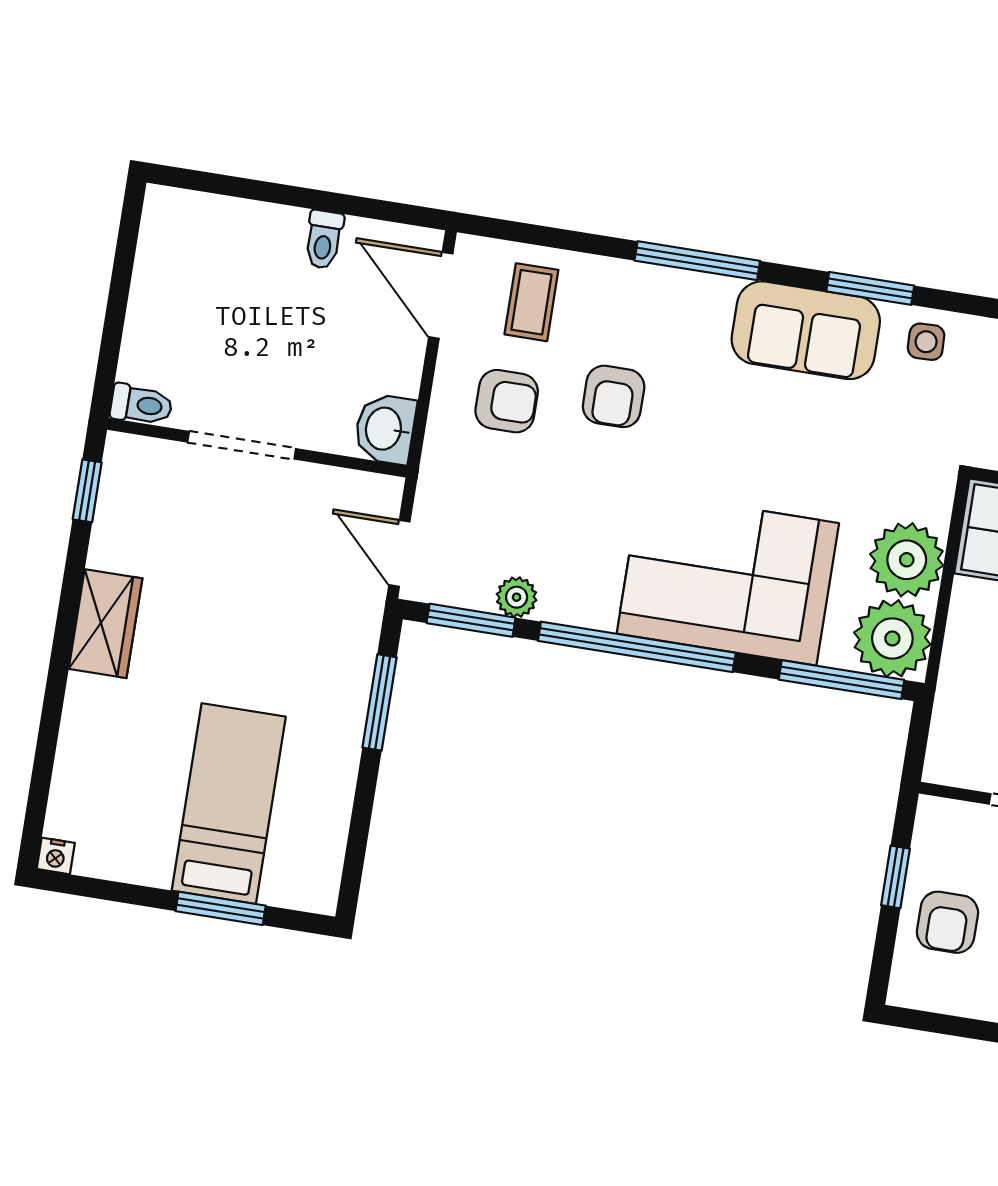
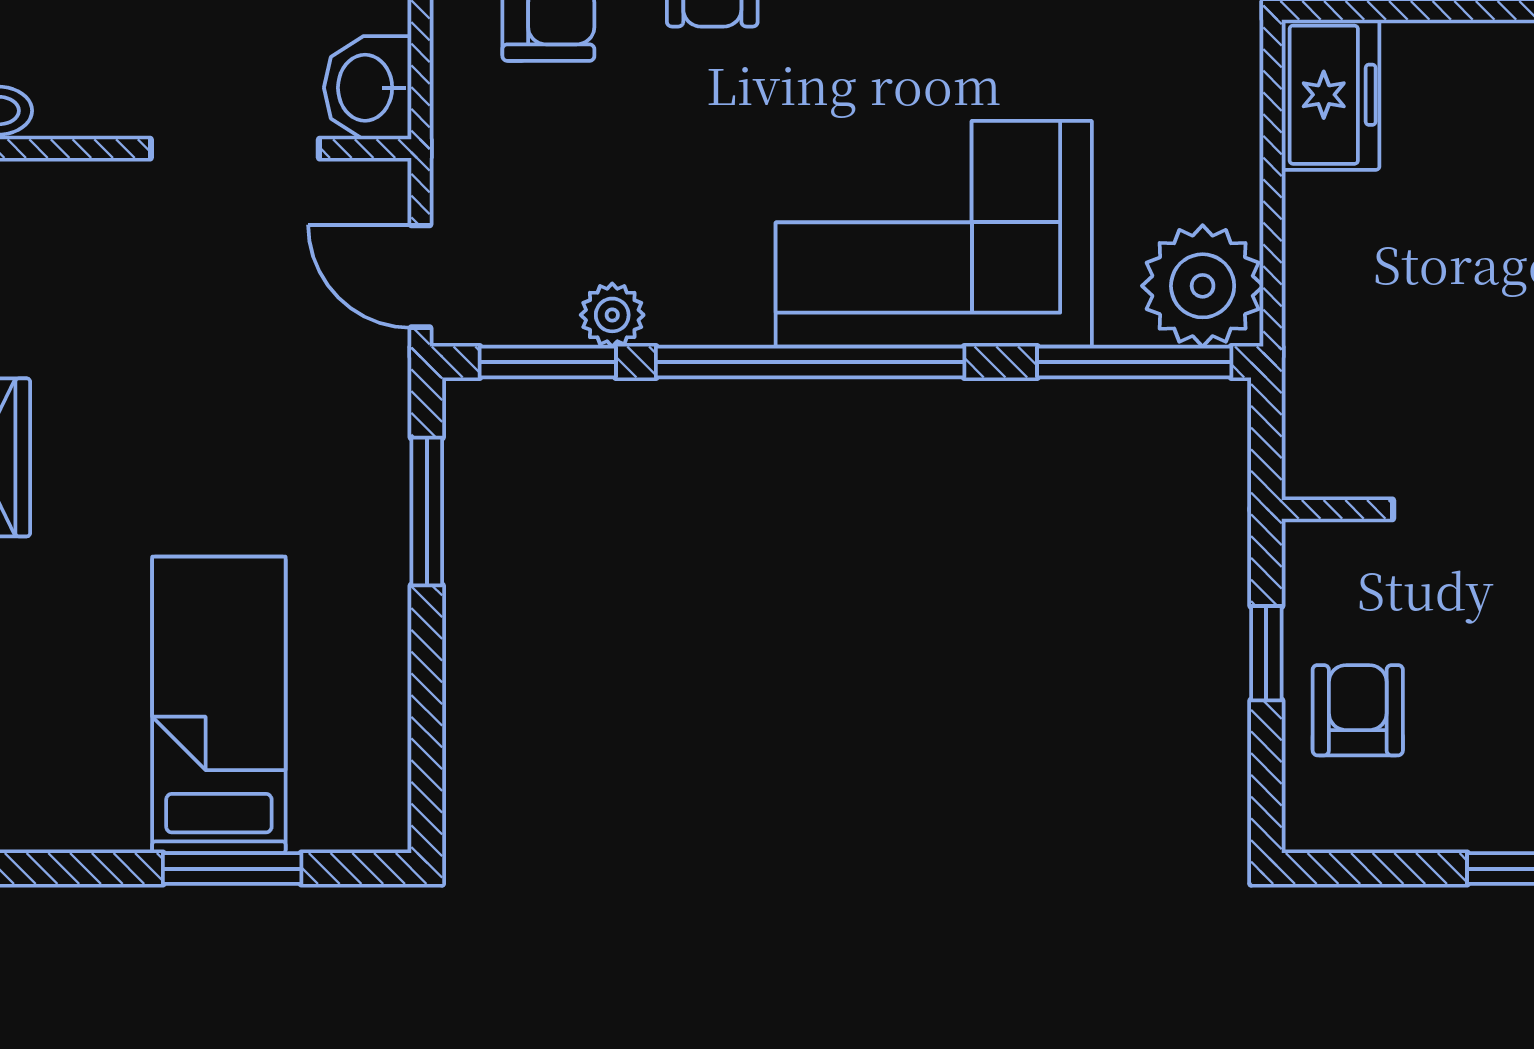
doorway: (242, 445) -> (235, 149), moved
plant: (907, 560) -> (1205, 161), removed
armchair: (947, 922) -> (1358, 710), turned 180

